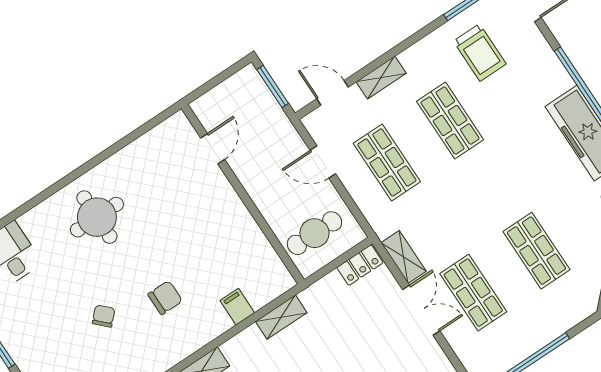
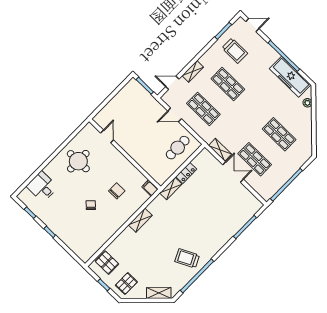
door: (213, 149) -> (107, 136), moved
wall: (243, 194) -> (125, 154), moved
locker: (360, 265) -> (186, 173), moved

